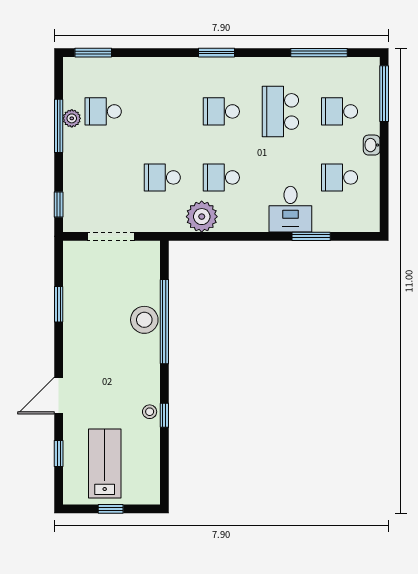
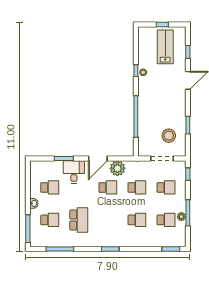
school desk: (221, 111) -> (137, 220), moved
school desk: (103, 177) -> (166, 187), added
door: (241, 236) -> (98, 159), added
stool: (144, 320) -> (169, 136), moved
lab bench: (105, 463) -> (165, 47), turned 180

